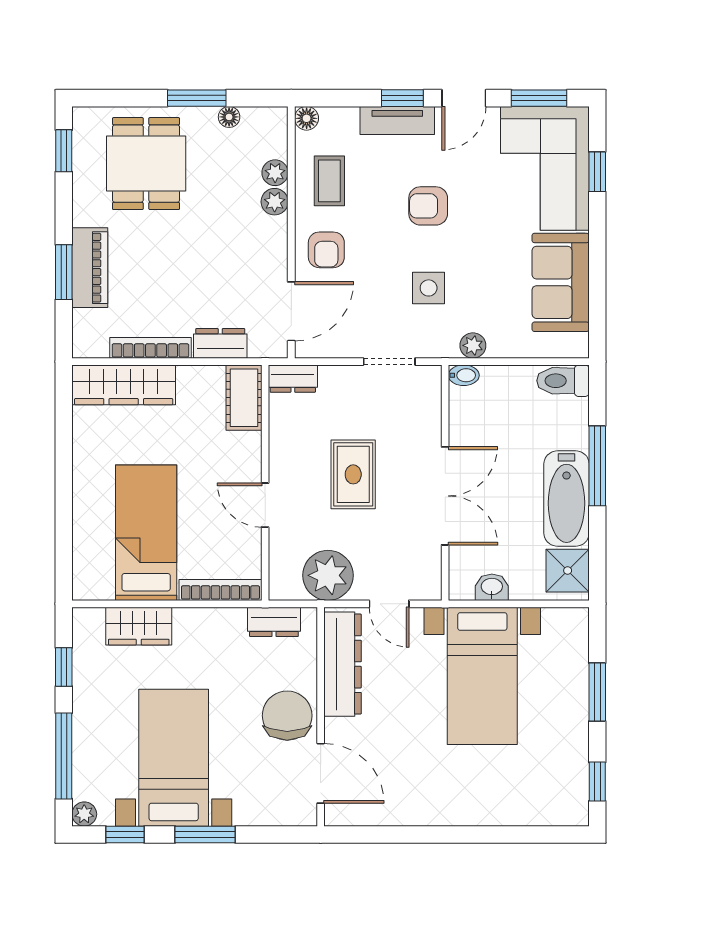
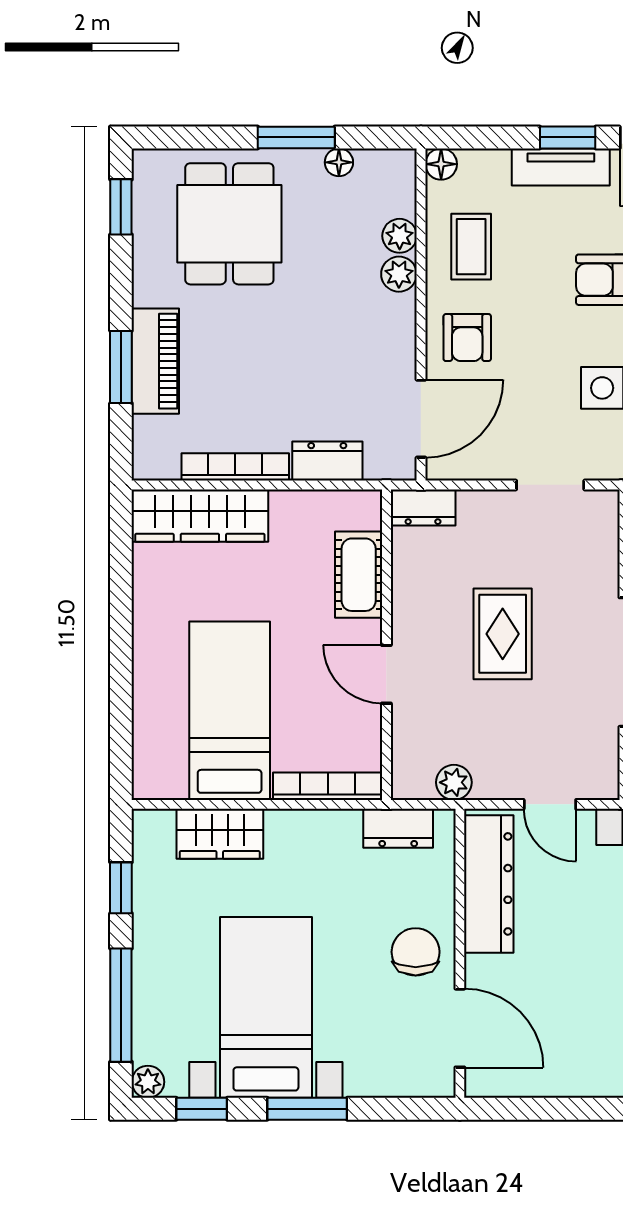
cot: (244, 398) -> (359, 575), moved
plant: (328, 575) -> (454, 782), width x0.53, depth x0.53
chair: (287, 716) -> (416, 952), width x0.73, depth x0.73

